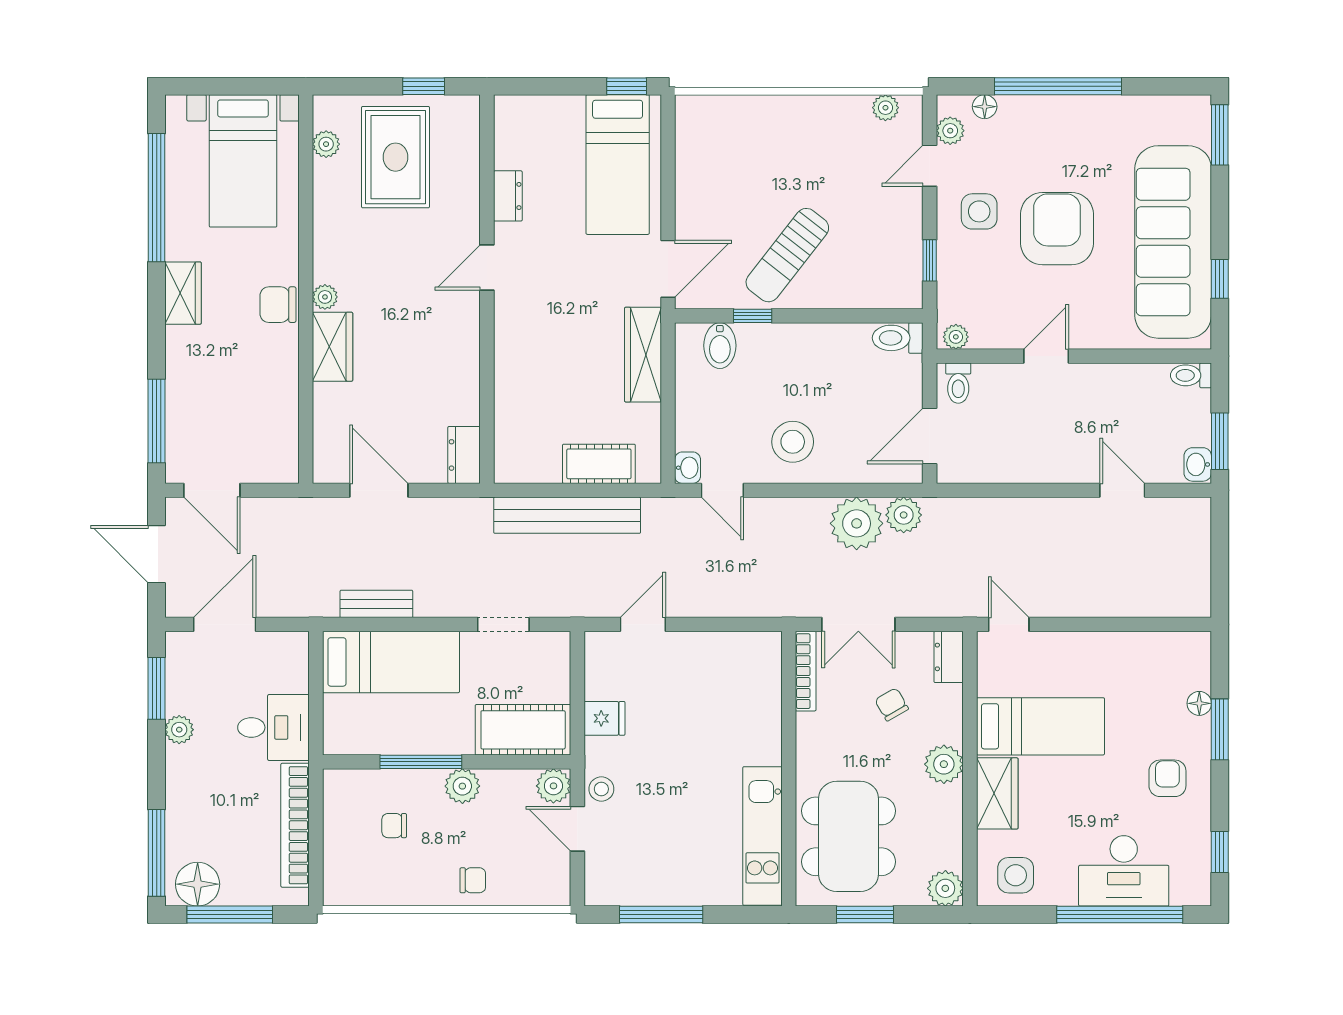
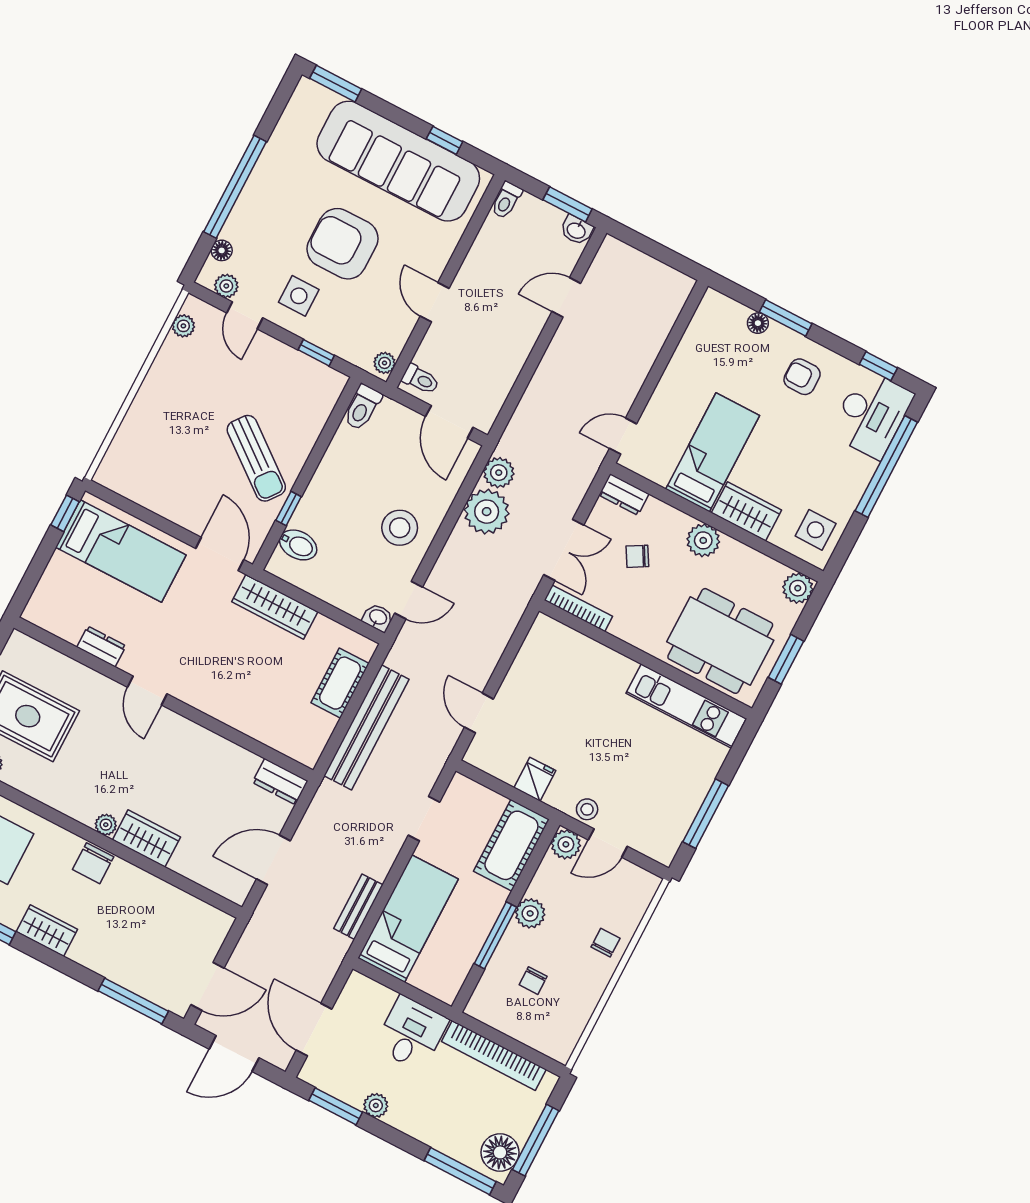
desk: (1124, 871) -> (872, 414), moved

